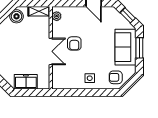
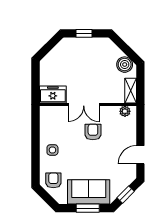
armchair: (74, 43) -> (93, 132), turned 90
freezer: (26, 82) -> (53, 95), moved, turned -90

